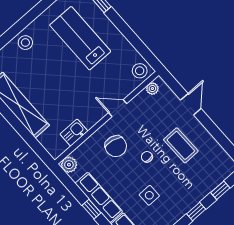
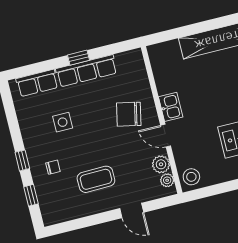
door: (118, 108) -> (166, 136), swing flipped
kitchen sink: (74, 133) -> (171, 107), moved
chair: (147, 157) -> (53, 167), moved
plant: (69, 165) -> (161, 164), moved

